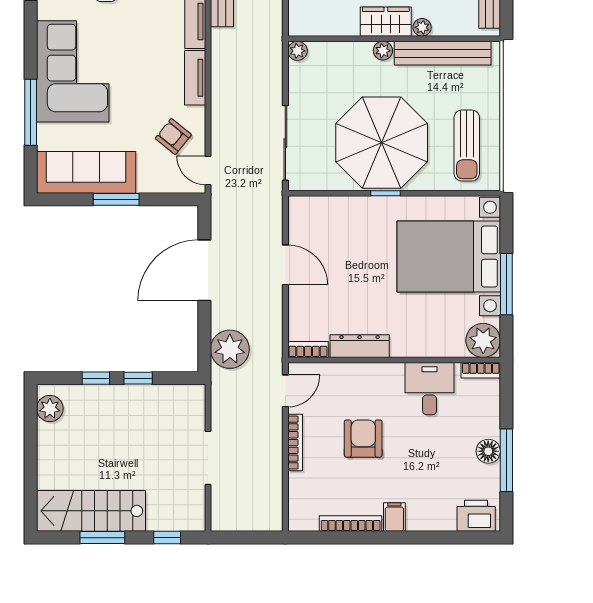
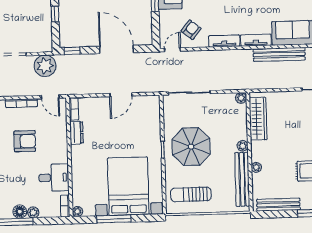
wardrobe: (386, 22) -> (258, 119), moved, width x1.50
parasol: (382, 143) -> (191, 147), width x0.73, depth x0.73
plant: (483, 340) -> (77, 211), width x0.53, depth x0.53
dresser: (360, 346) -> (76, 133), width x0.70
plant: (230, 349) -> (45, 66), moved
window: (204, 350) -> (72, 51), added
plant: (490, 427) -> (33, 212), added

